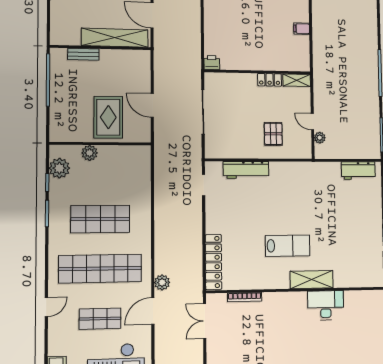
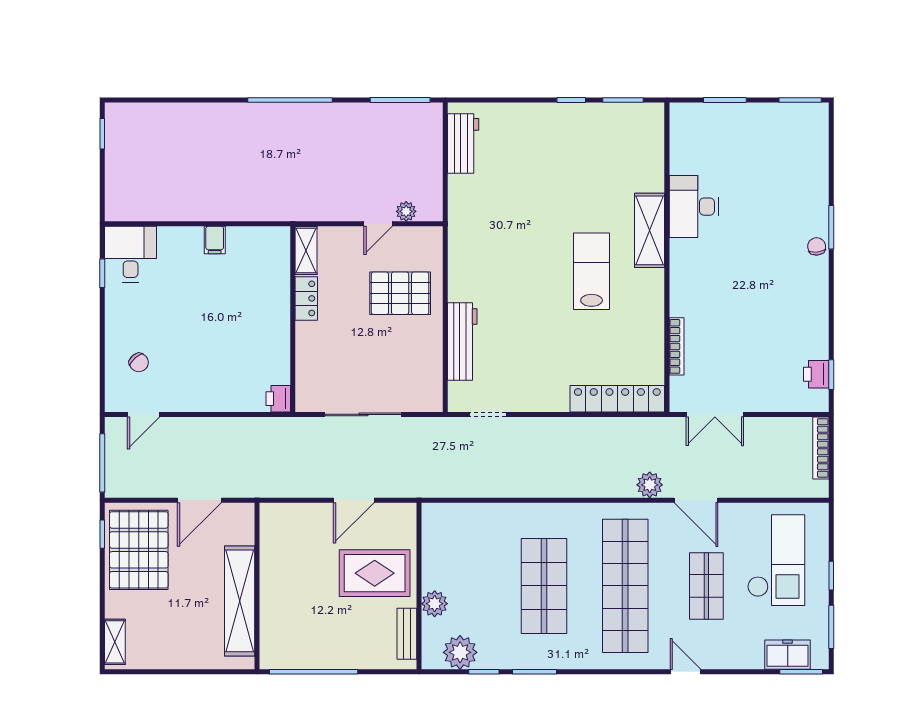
shelving: (115, 38) -> (240, 601), moved
bench: (83, 54) -> (407, 634), moved
pallet: (273, 134) -> (400, 293), width x1.50, depth x1.42

